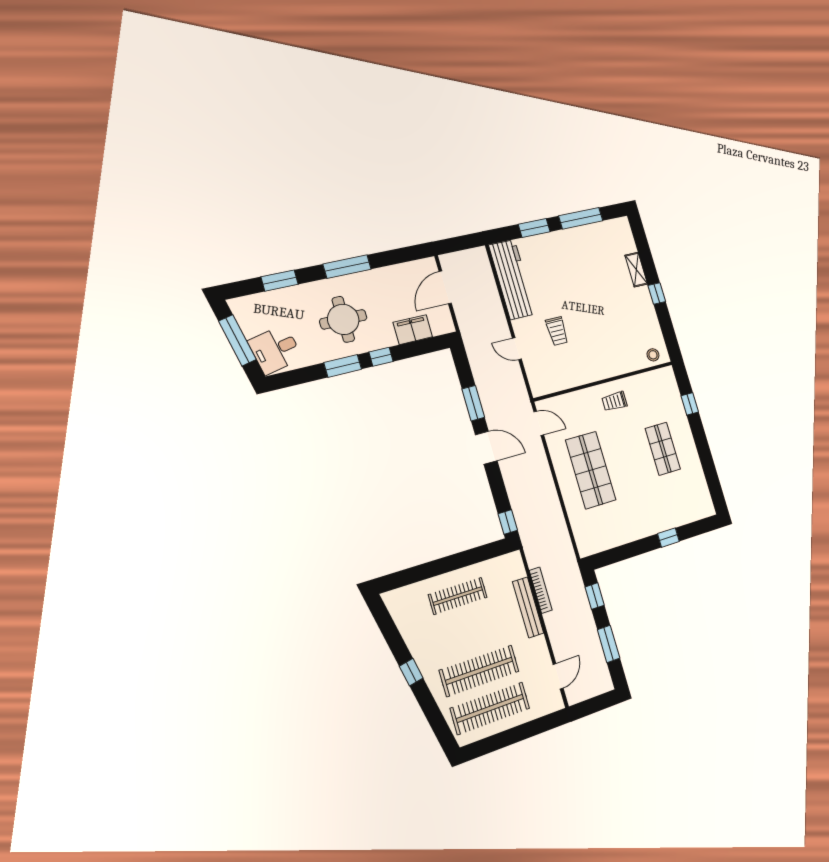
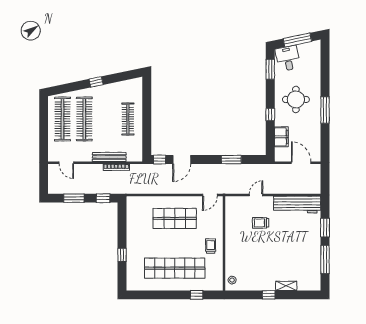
window: (280, 281) -> (325, 71), removed
window: (343, 366) -> (270, 69), moved
door: (486, 448) -> (182, 160), moved
shop shelf: (663, 449) -> (175, 268), width x2.00, depth x1.36

